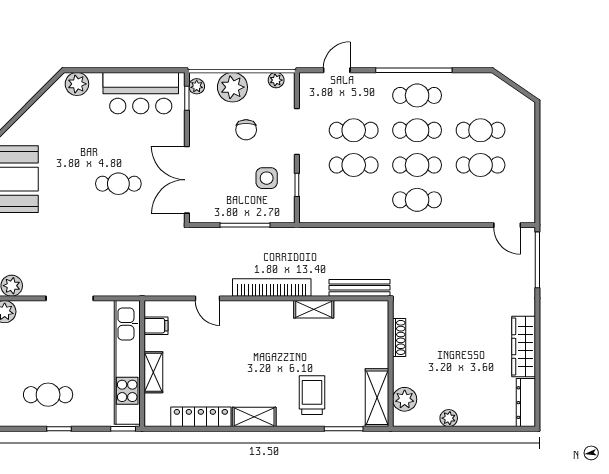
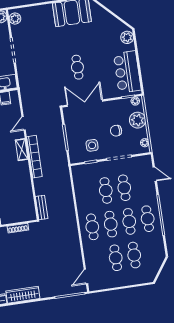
bench: (359, 288) -> (42, 207), width x0.73
shelving: (314, 309) -> (22, 150), moved

